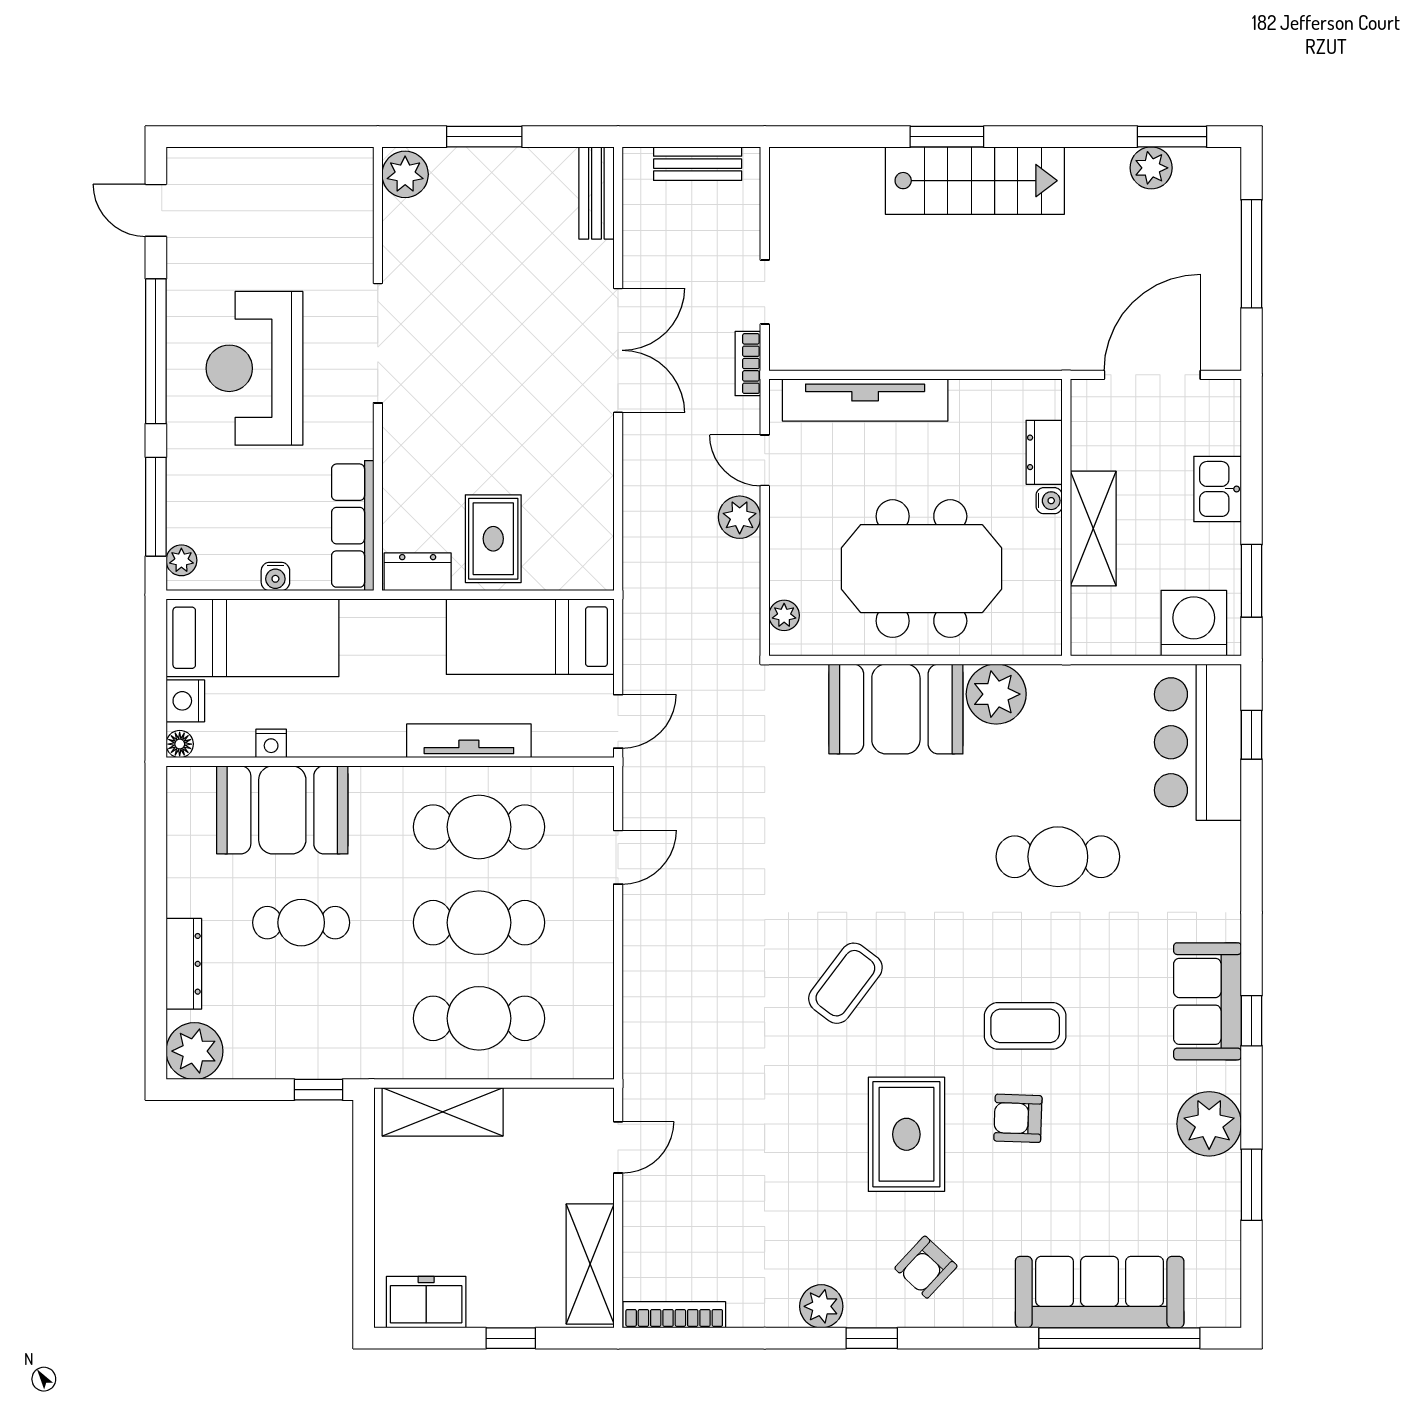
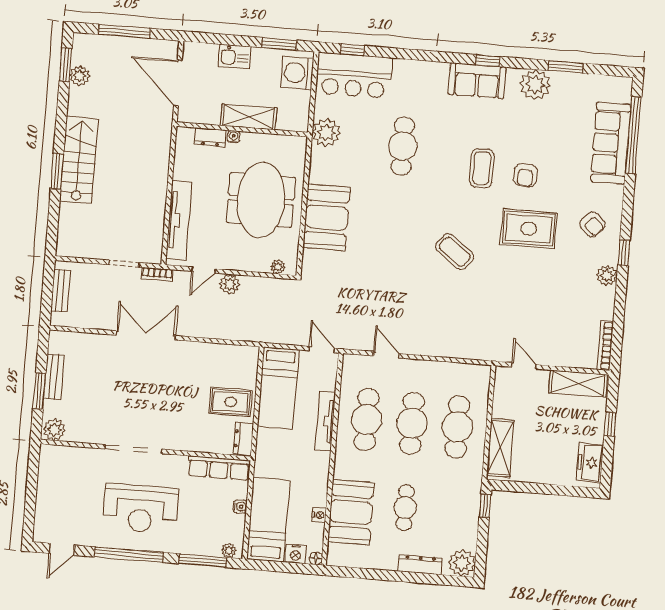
bench: (596, 193) -> (54, 377), moved, turned 90
plant: (996, 694) -> (326, 132), moved

